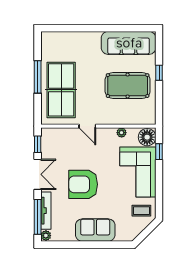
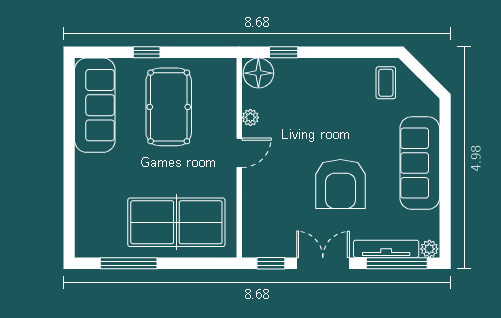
window: (38, 77) -> (129, 263), moved
door: (87, 126) -> (239, 153), moved
corner sofa: (138, 172) -> (319, 89), removed
sofa: (95, 230) -> (420, 163), width x1.36

